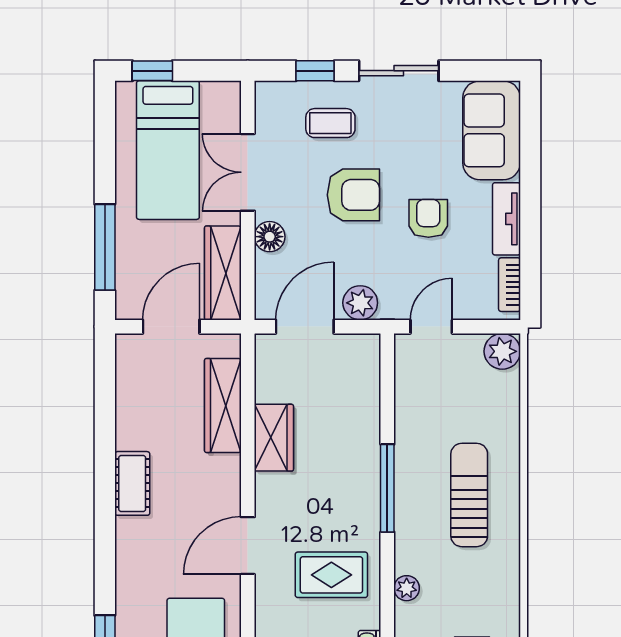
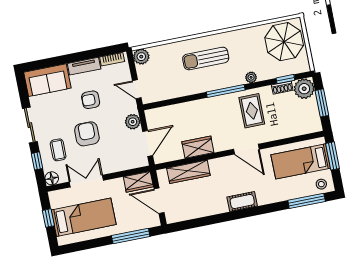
window: (152, 71) -> (48, 218), moved
double door: (248, 172) -> (86, 181), swing flipped
floor lamp: (270, 237) -> (52, 178), moved
wardrobe: (223, 273) -> (138, 182), width x0.67
door: (305, 327) -> (148, 143), swing flipped
cot: (132, 483) -> (242, 202), moved
window: (387, 488) -> (226, 91), moved

